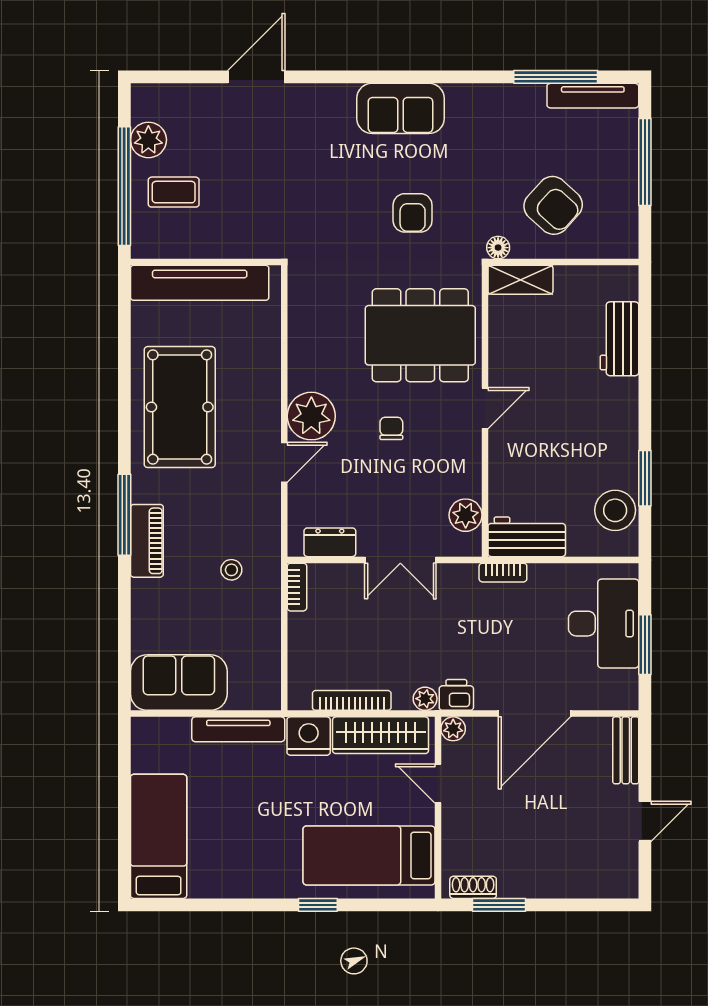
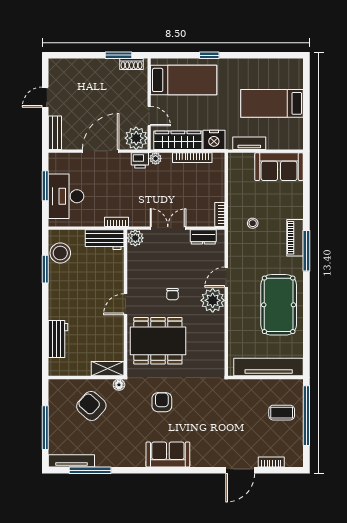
bookcase: (194, 94) -> (271, 462), added
plant: (148, 140) -> (294, 439), removed
plant: (466, 515) -> (135, 238), moved
tv unit: (238, 729) -> (249, 143), width x0.71
plant: (453, 729) -> (136, 138), width x1.88, depth x1.88
bed: (159, 836) -> (272, 103), moved, turned 90

